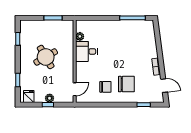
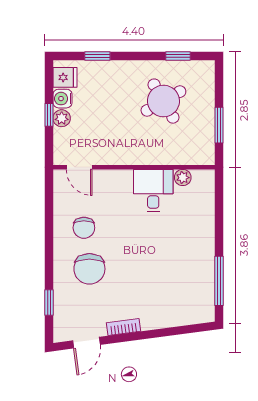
round table: (46, 57) -> (163, 101), moved
water cooler: (39, 98) -> (63, 99), added

